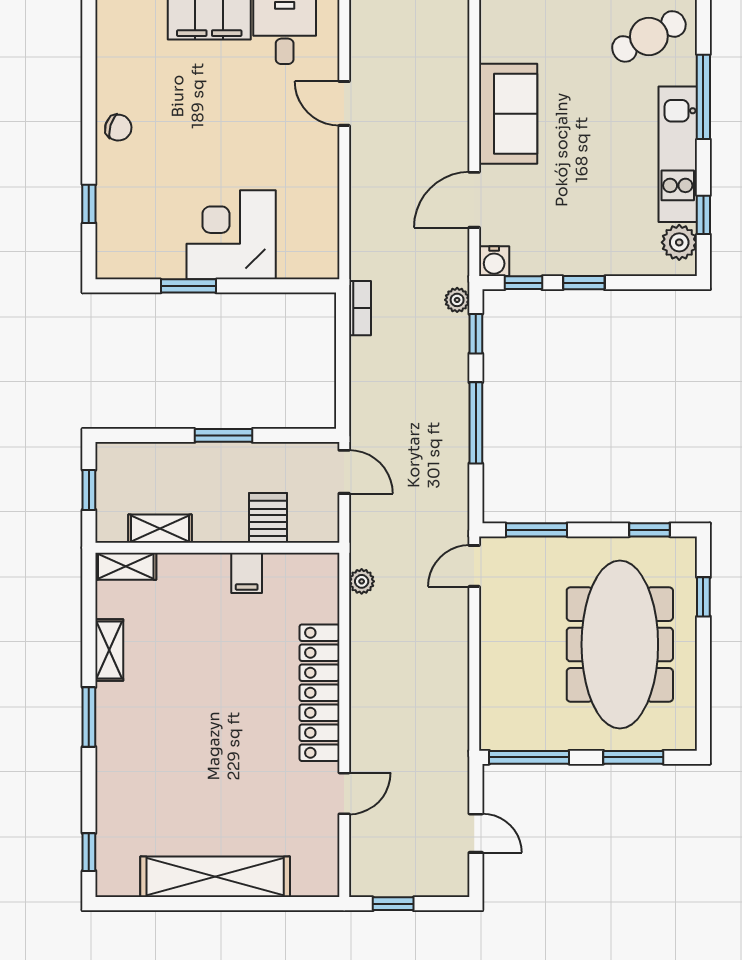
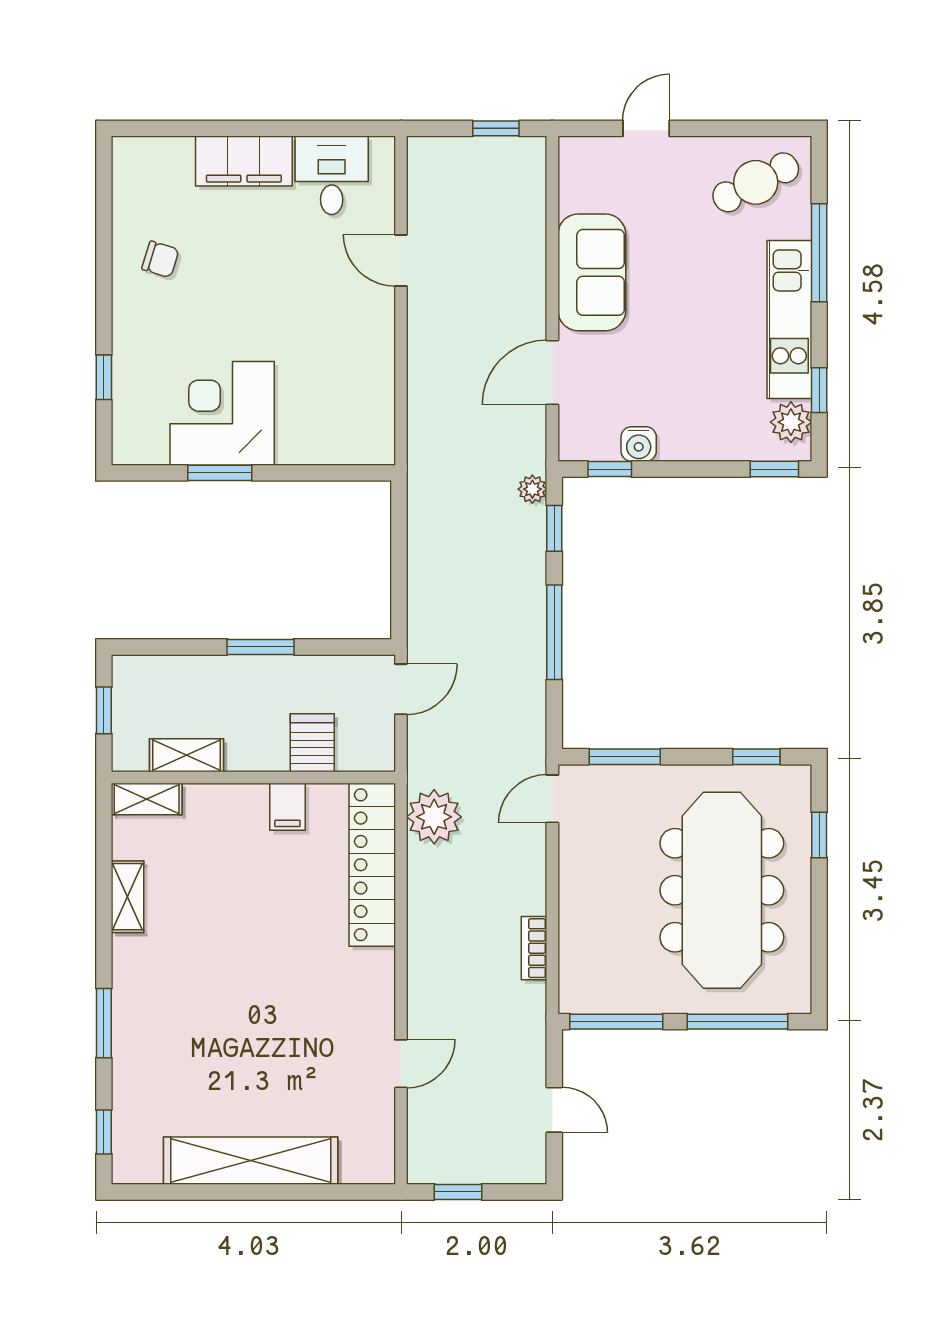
chair: (118, 128) -> (160, 259), moved
corner desk: (231, 235) -> (222, 413), moved
water cooler: (494, 261) -> (639, 444), moved
window: (584, 283) -> (774, 469), moved
bookcase: (360, 308) -> (534, 948), moved, turned 180
door: (344, 472) -> (401, 689), hinge flipped
plant: (362, 581) -> (434, 817), width x1.88, depth x1.88
locker: (319, 693) -> (372, 865), moved
window: (89, 717) -> (104, 1023), moved
window: (633, 757) -> (737, 1022), width x1.44

